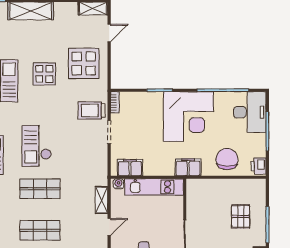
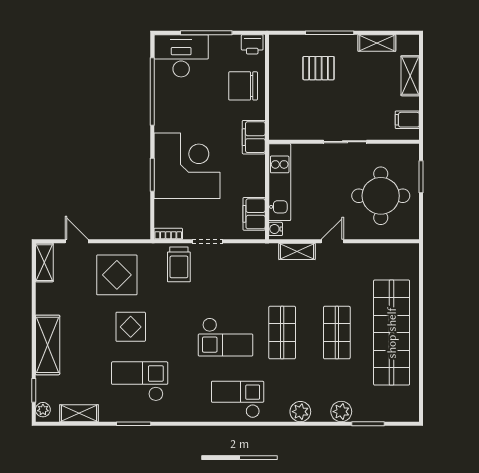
corner desk: (188, 117) -> (187, 166), moved
door: (109, 227) -> (332, 241), hinge flipped

